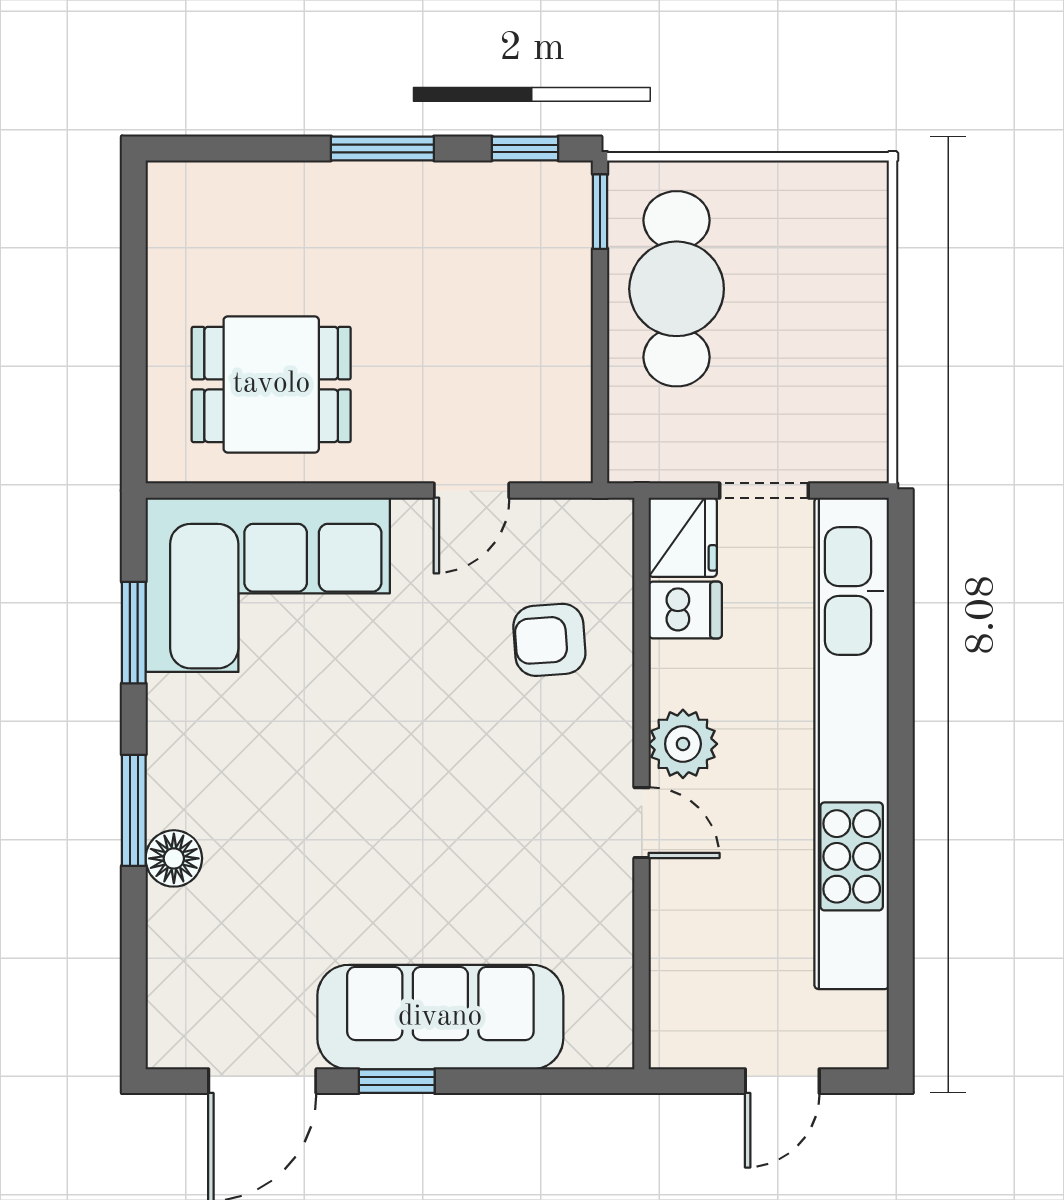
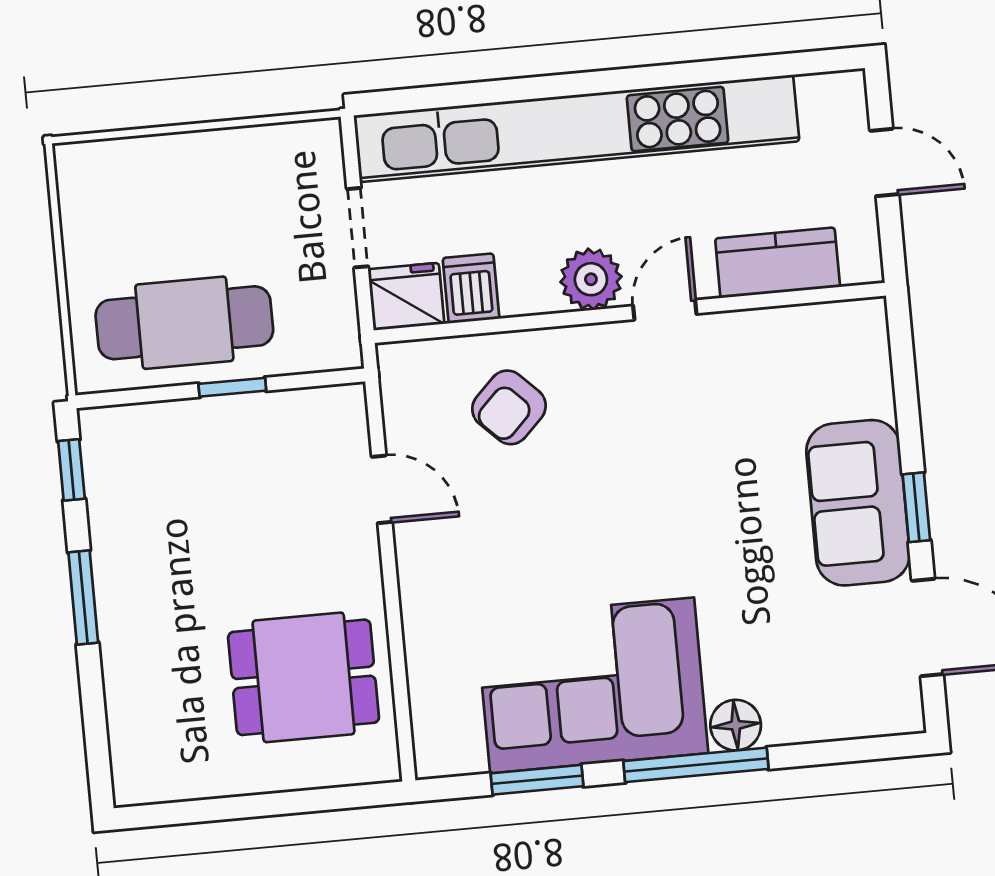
window: (600, 212) -> (232, 387), moved
dining table: (271, 384) -> (304, 677), turned 90
corner sofa: (268, 585) -> (592, 685), moved, turned -90
armchair: (549, 640) -> (509, 407), turned 49
window: (134, 810) -> (696, 765), width x1.44
kitchen counter: (682, 952) -> (778, 263), added
sofa: (440, 1017) -> (858, 503), width x0.73

